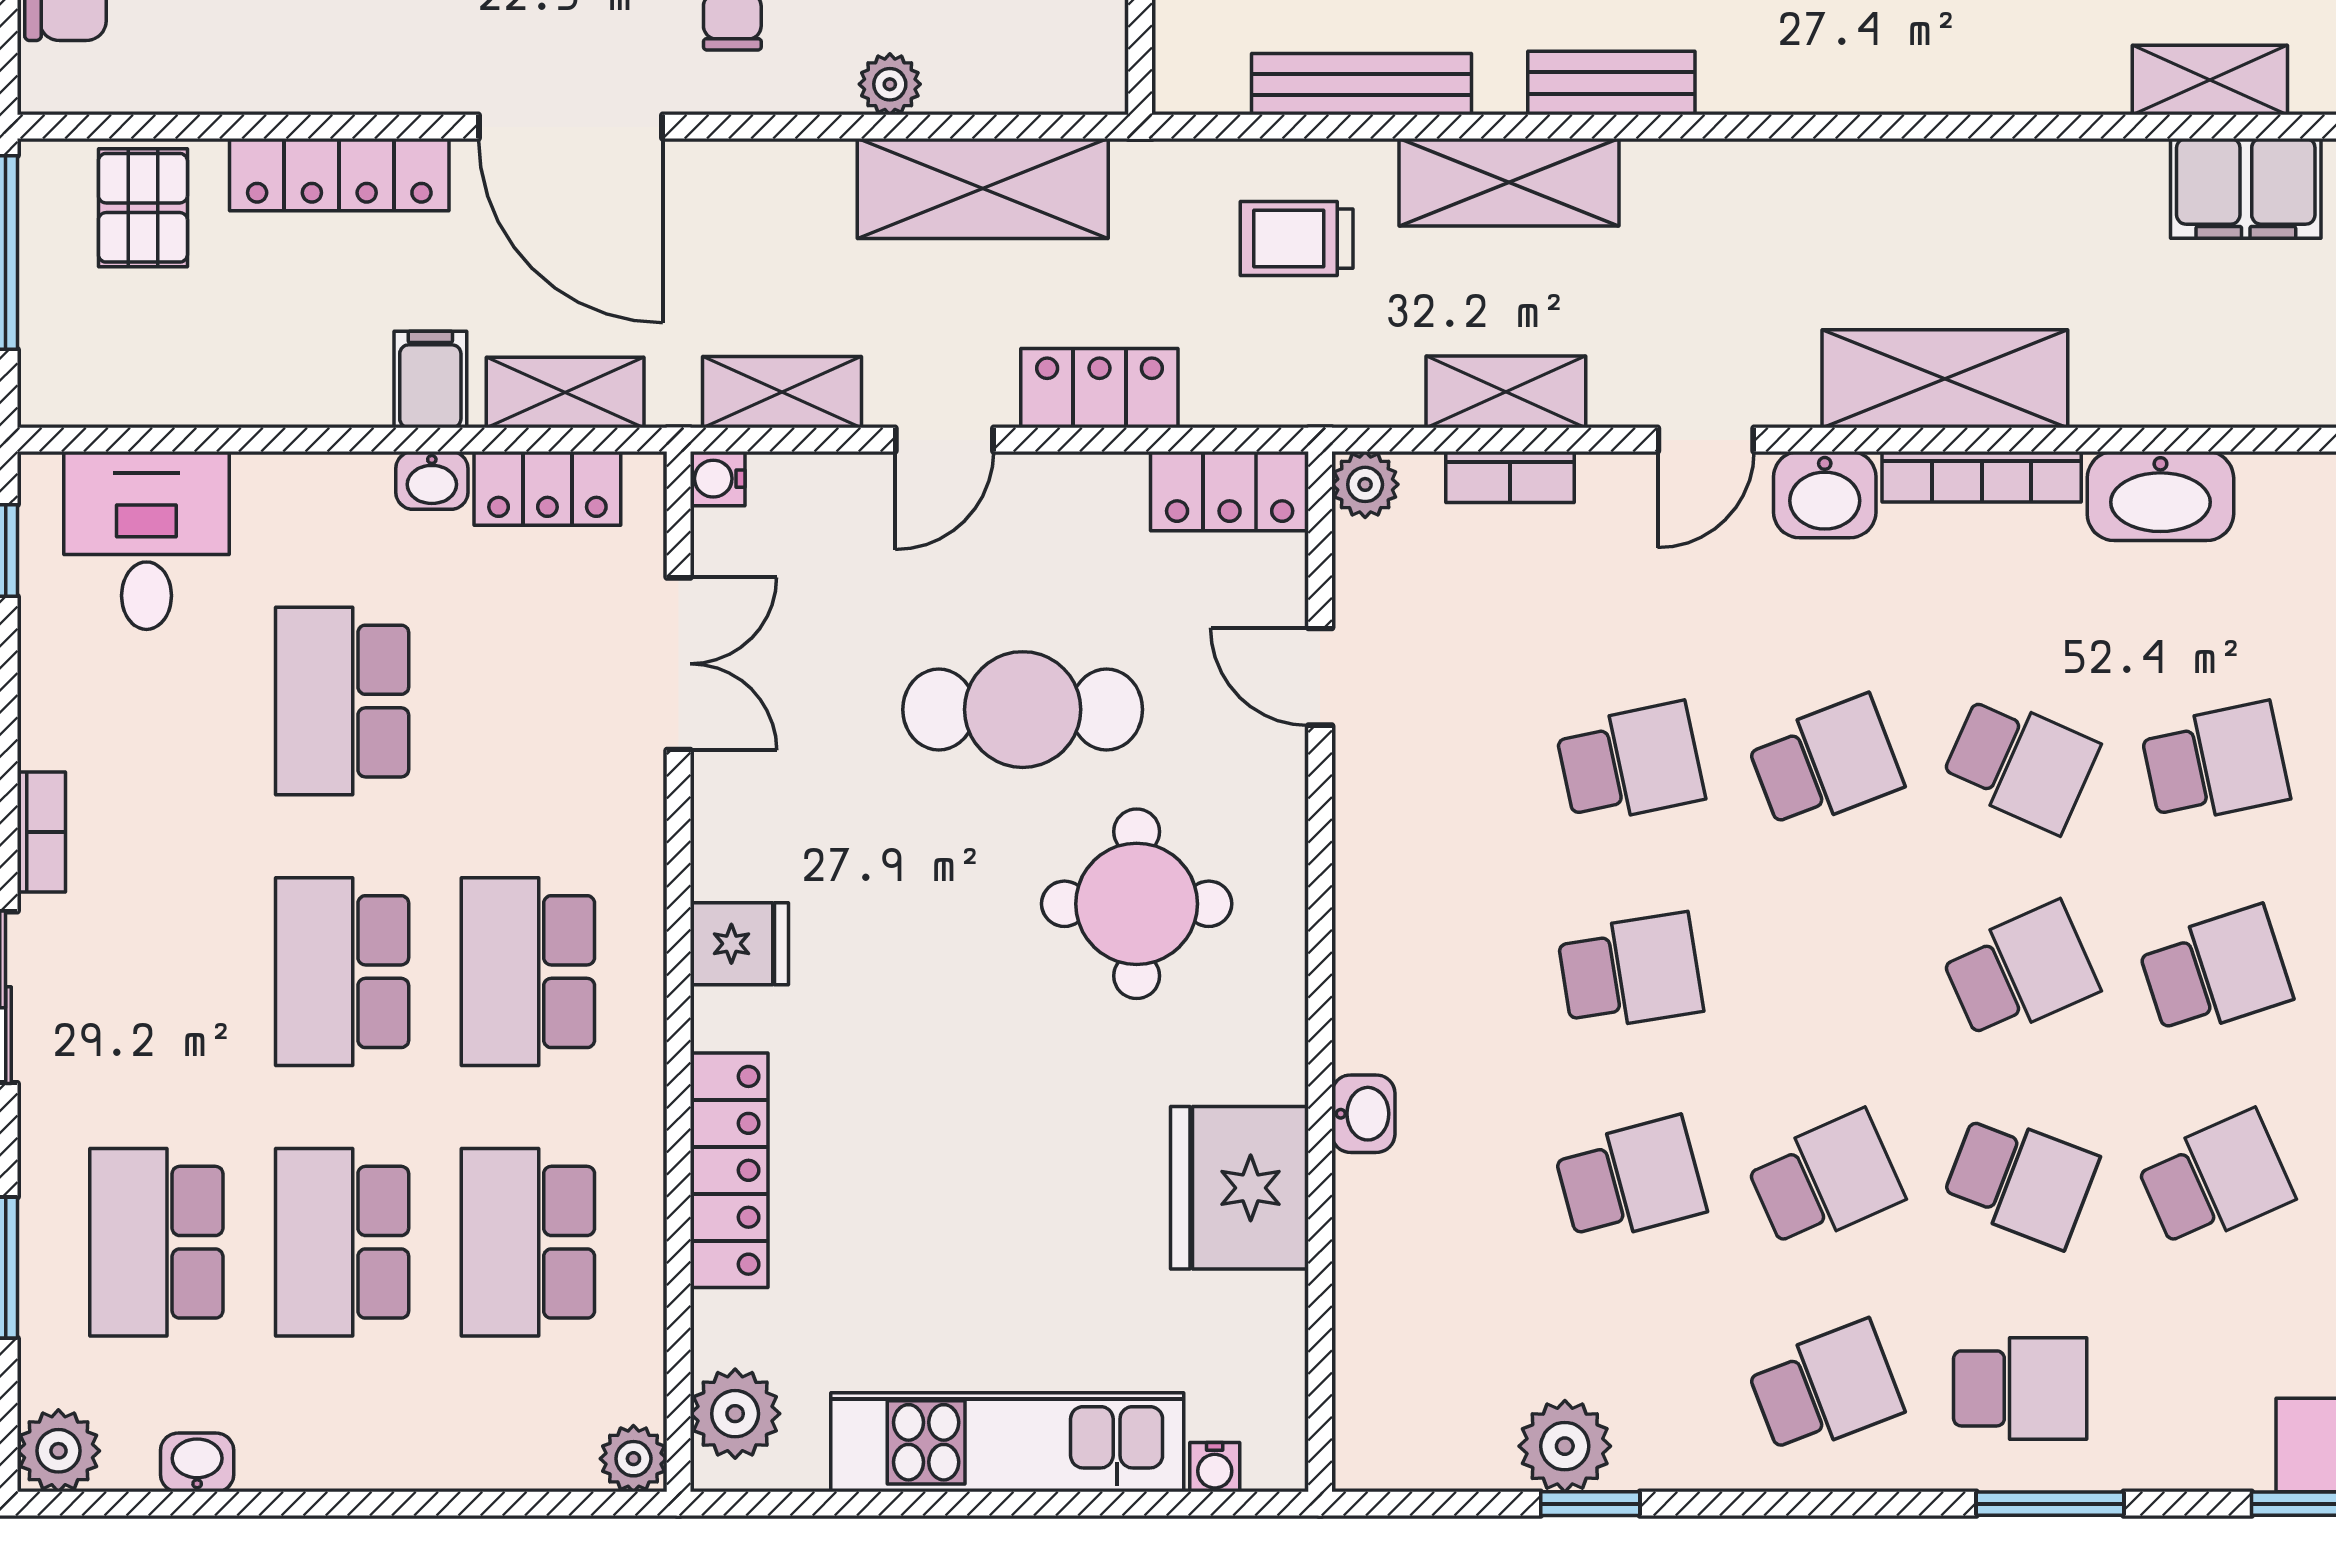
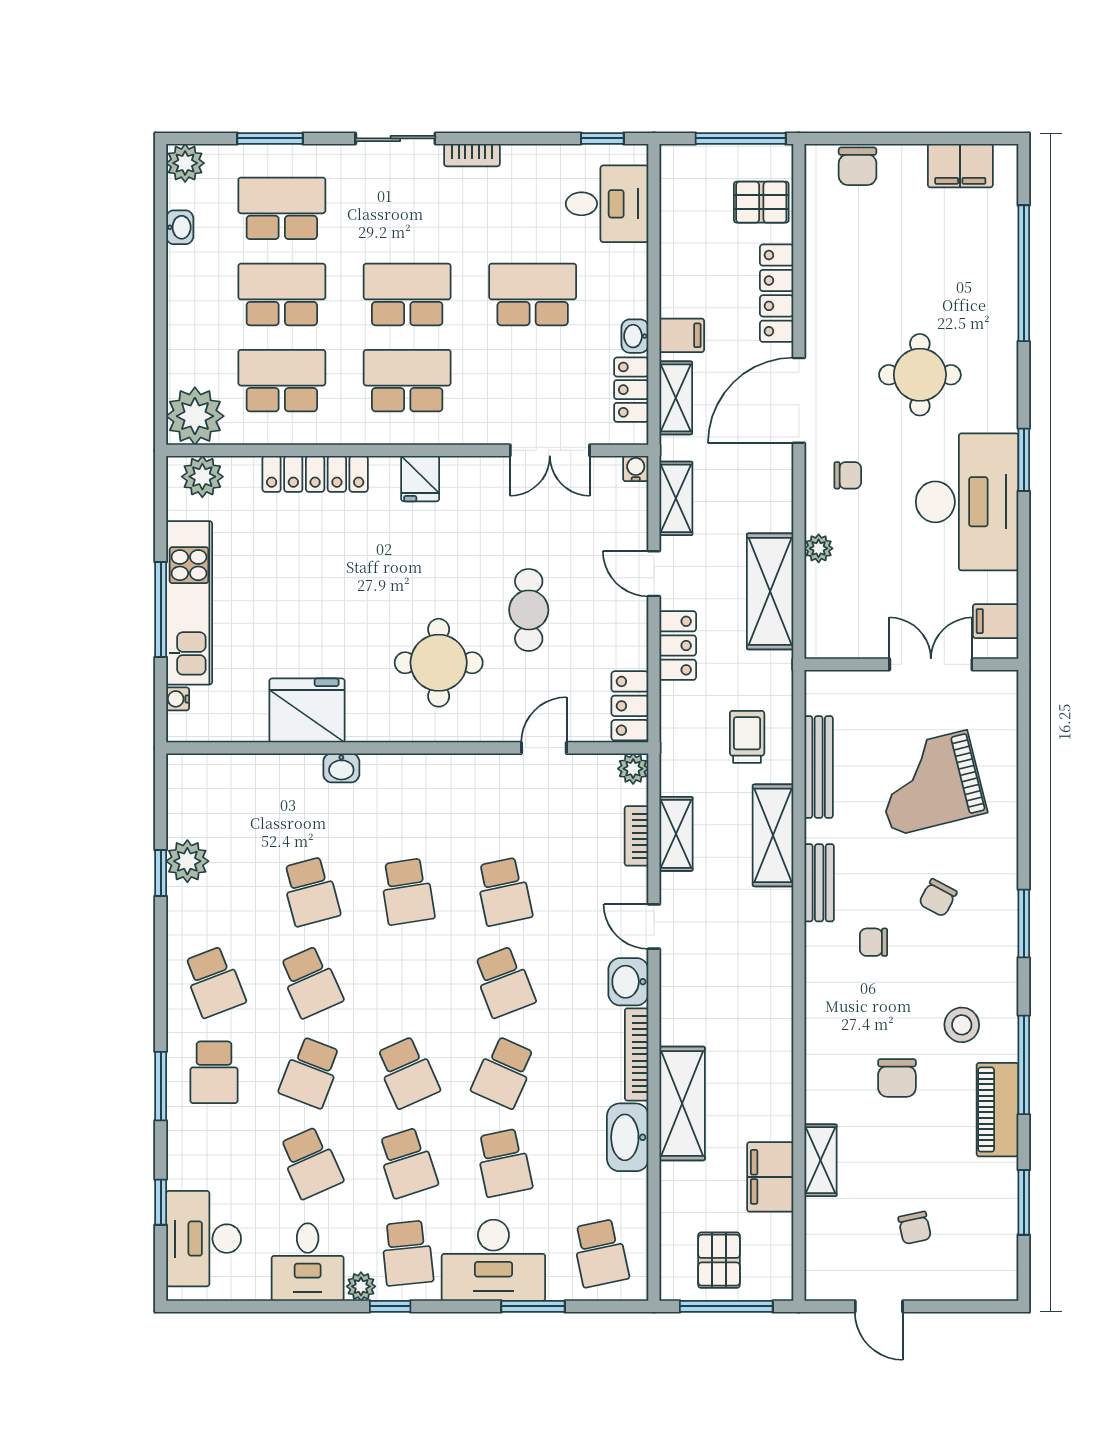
shelving: (1945, 379) -> (682, 1104), moved
cafe table: (1023, 710) -> (529, 610), width x0.73, depth x0.74
plant: (633, 1459) -> (195, 416), width x1.88, depth x1.88
window: (1022, 1504) -> (161, 609), added

